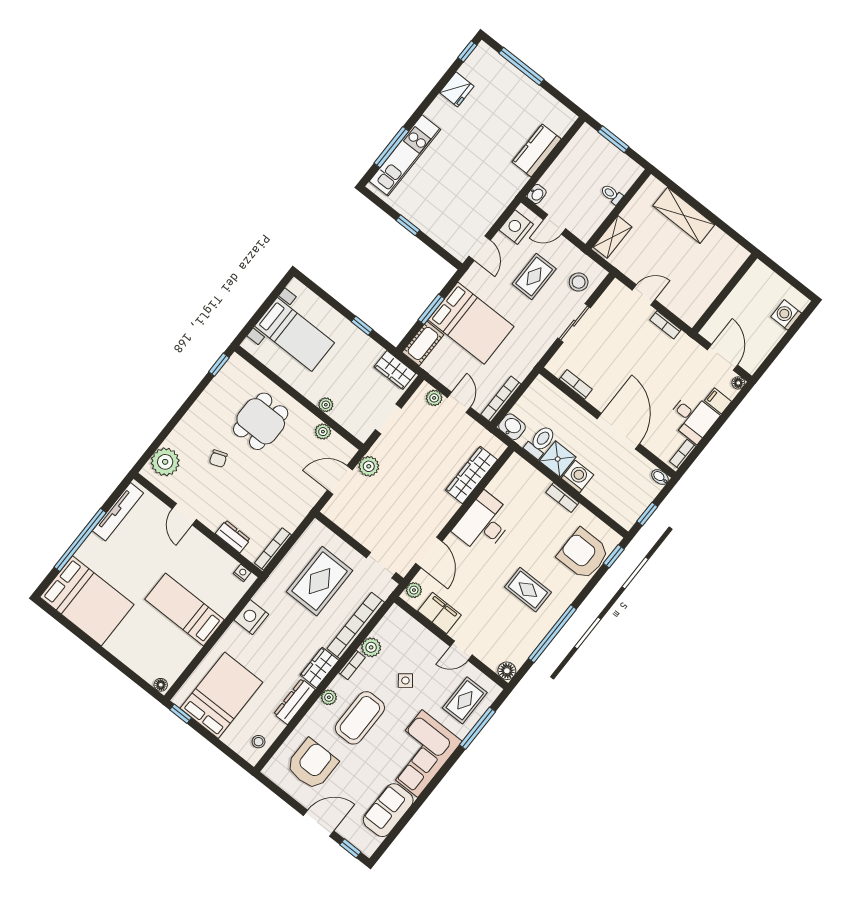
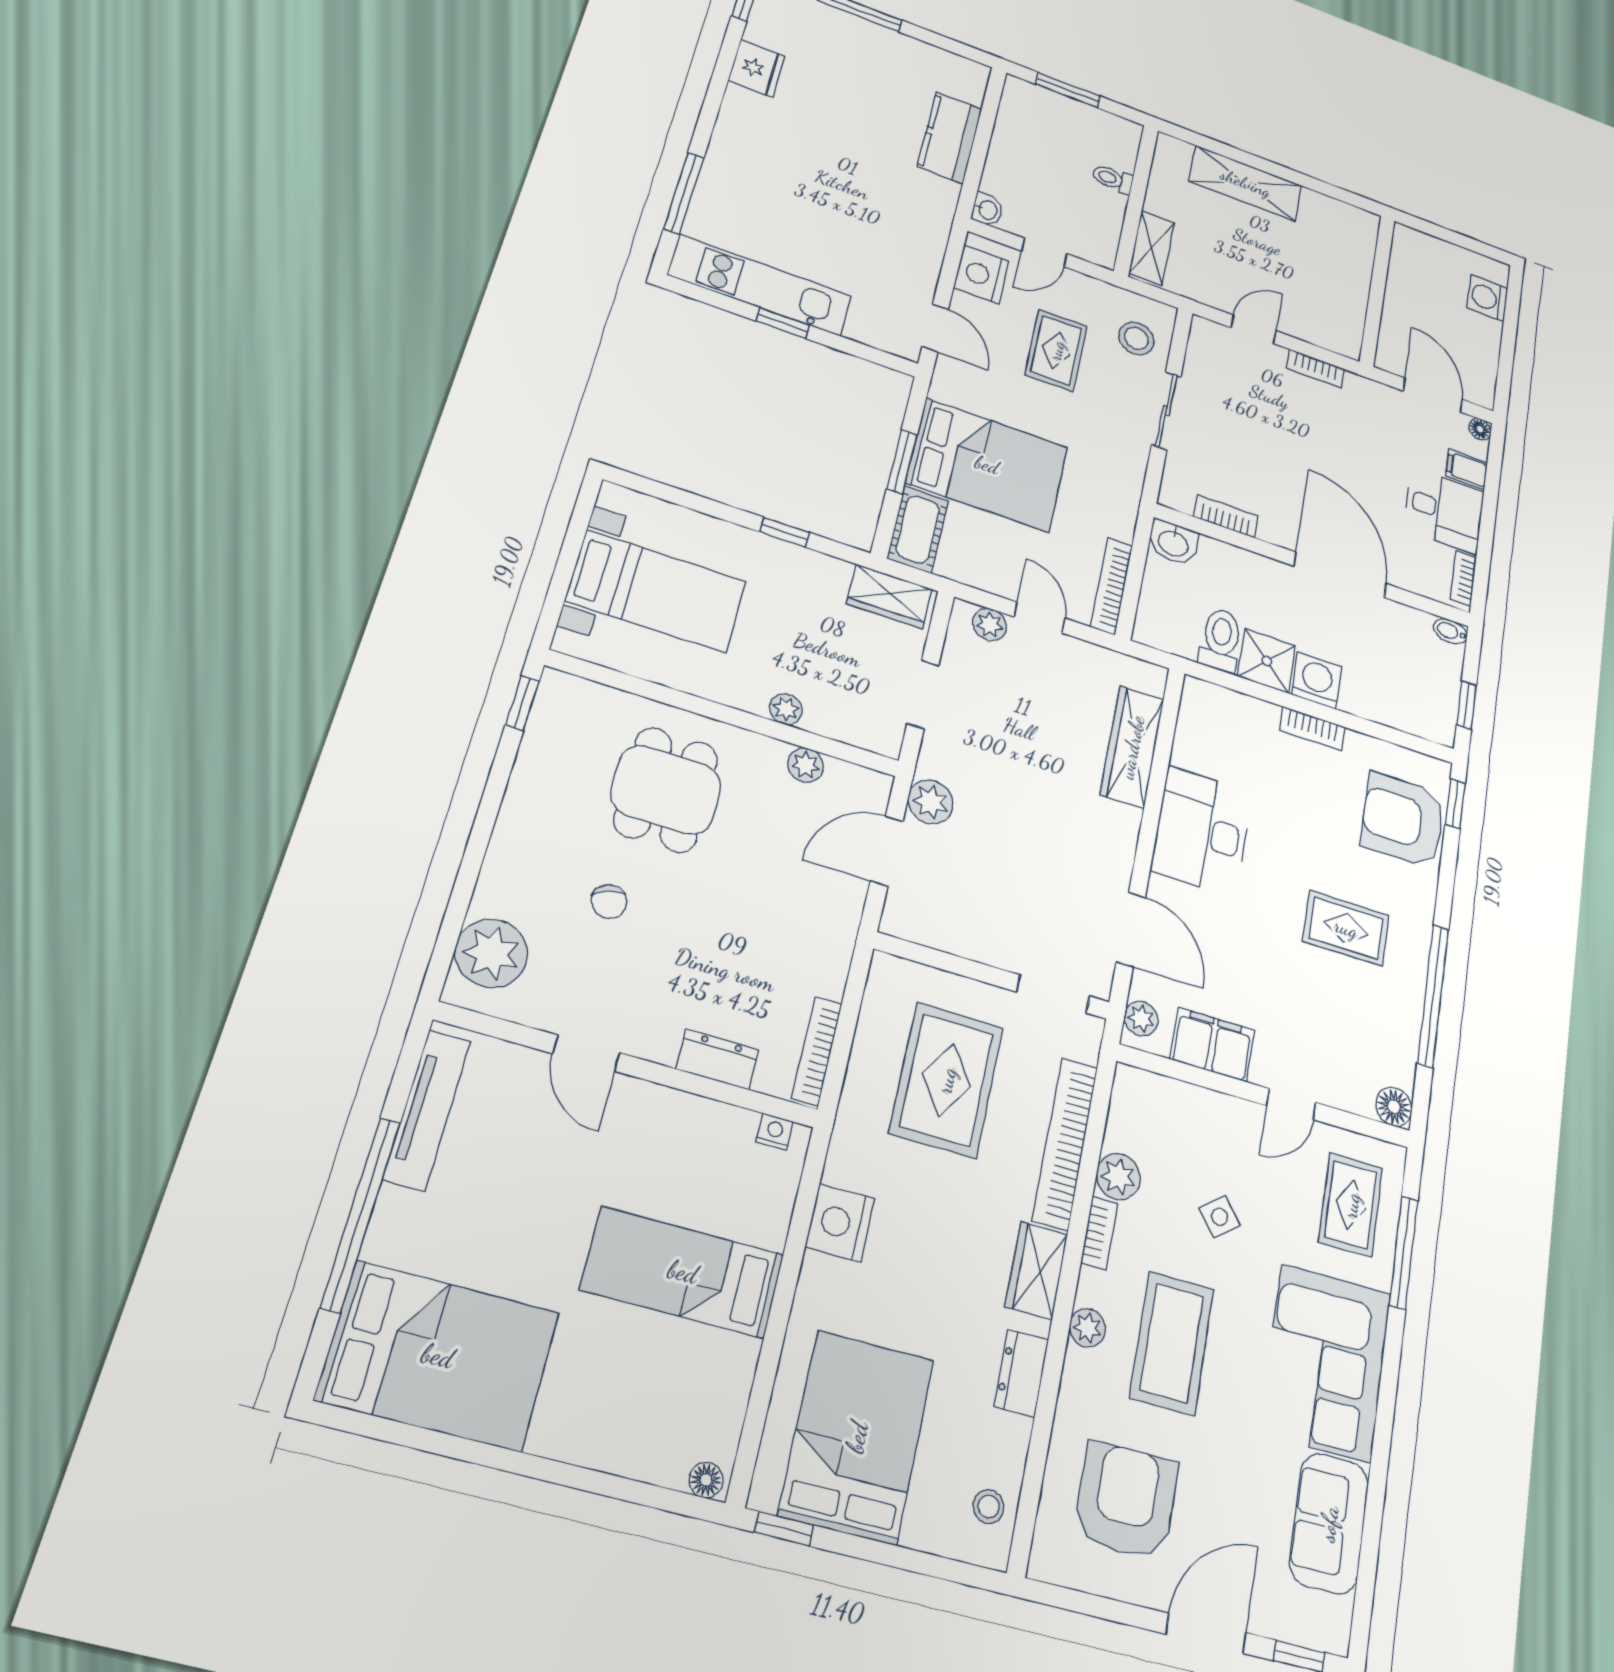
kitchen unit: (405, 155) -> (760, 285), moved, turned -90
washbasin: (512, 427) -> (1173, 543), moved, turned 180
dresser: (294, 702) -> (1021, 1373), width x0.70

